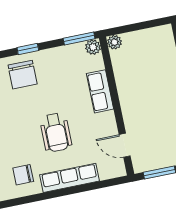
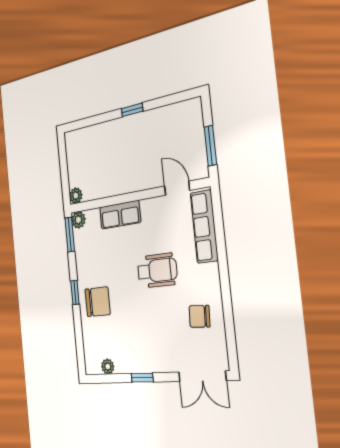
door: (125, 145) -> (177, 188), swing flipped
chair: (23, 175) -> (199, 316), turned 93
row of seats: (70, 178) -> (204, 227), moved

